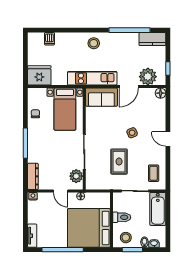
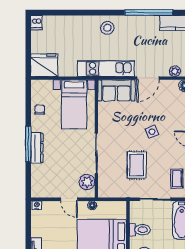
dishwasher: (49, 39) -> (37, 23), moved
plant: (148, 77) -> (175, 71), width x0.53, depth x0.53
dresser: (33, 176) -> (37, 148), moved

